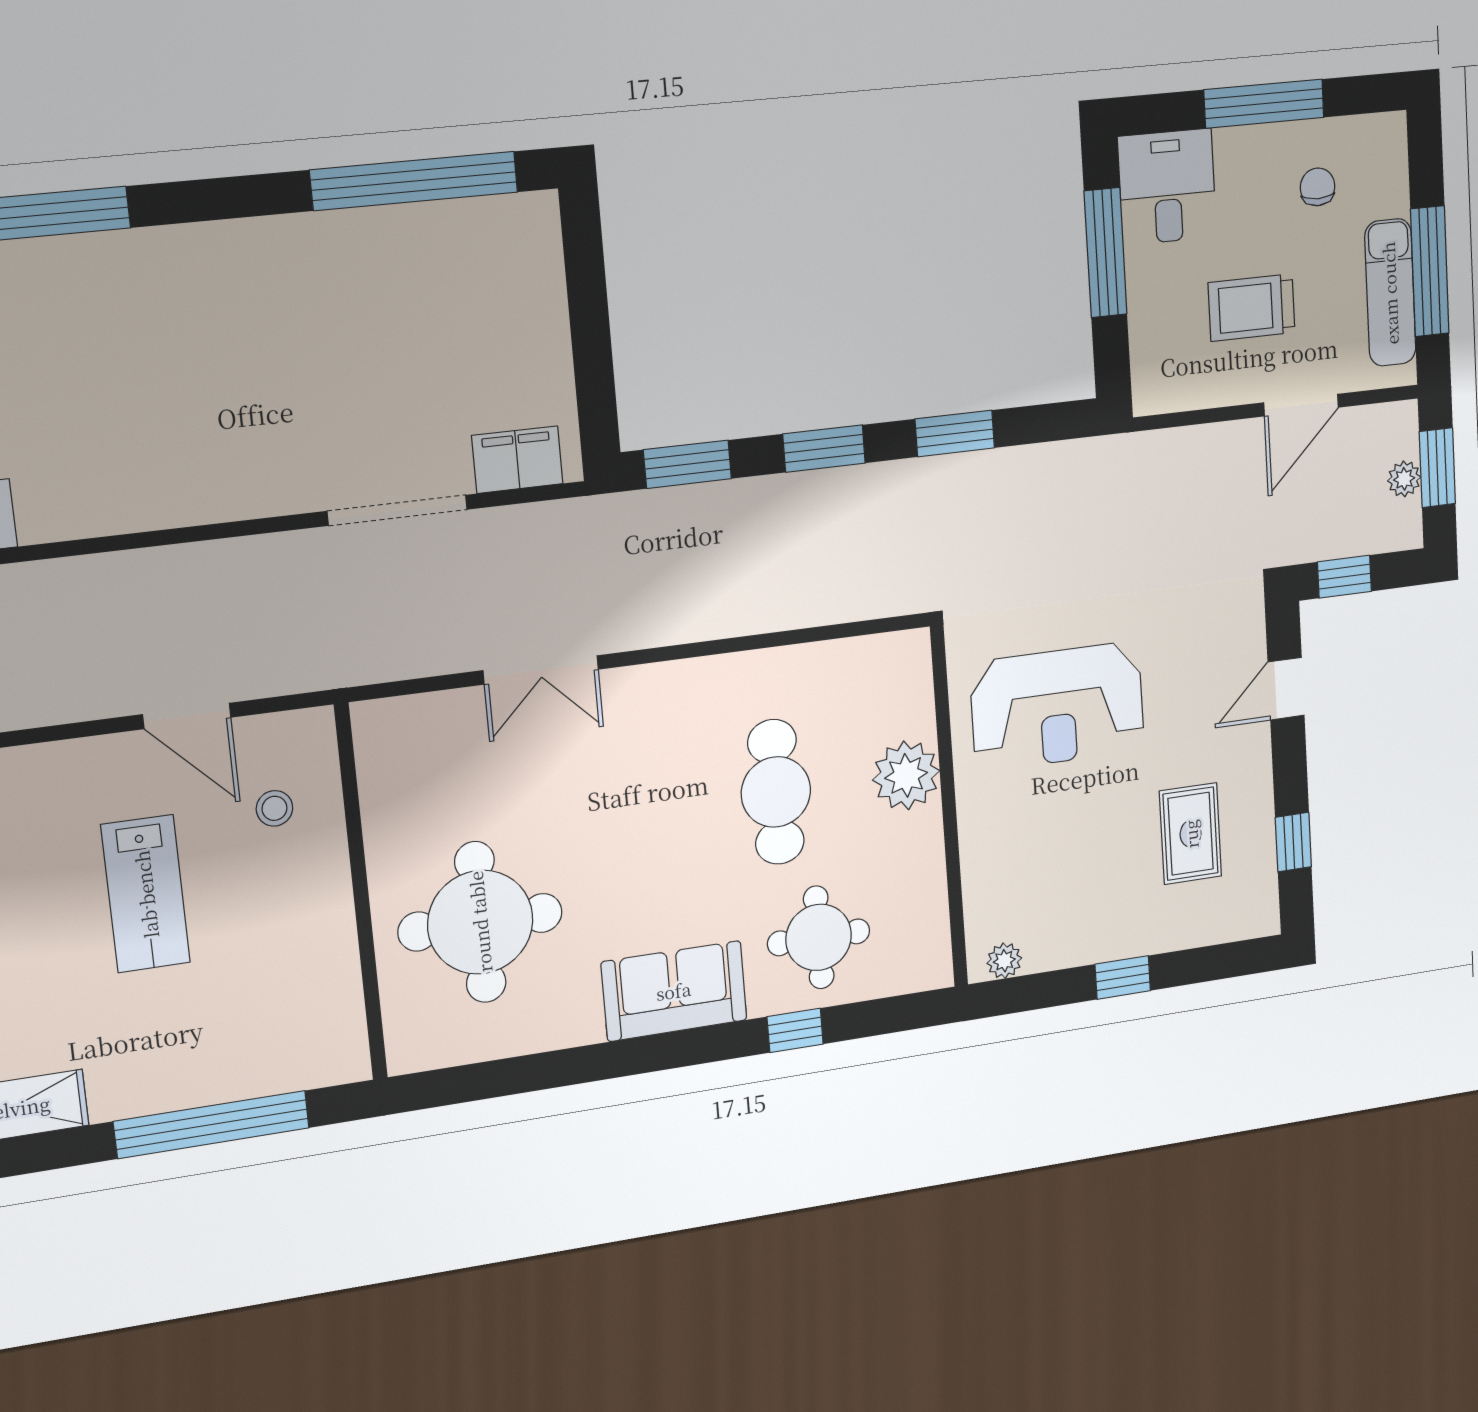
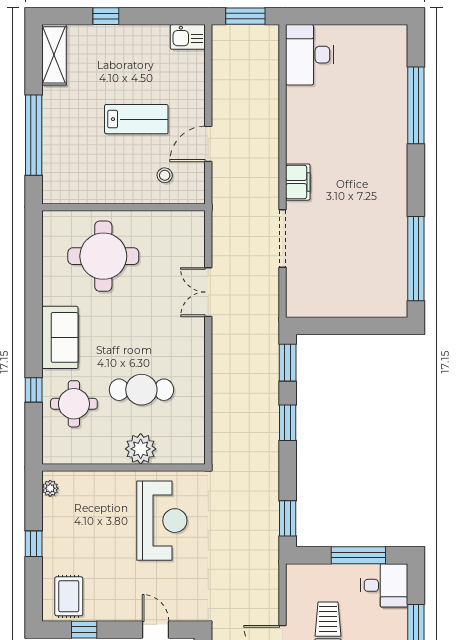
window: (955, 433) -> (288, 518), moved
filing cabinet: (517, 460) -> (298, 182), moved
reception desk: (1057, 706) -> (162, 521), turned 180
rug: (1191, 834) -> (69, 596), moved, turned 90
lab bench: (146, 894) -> (136, 119), turned 180

